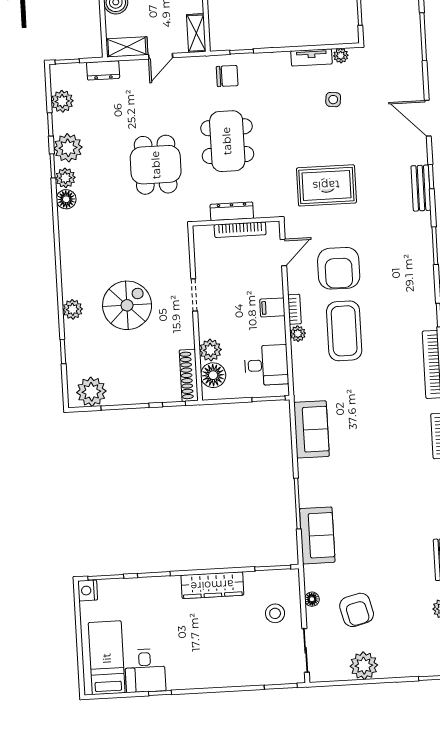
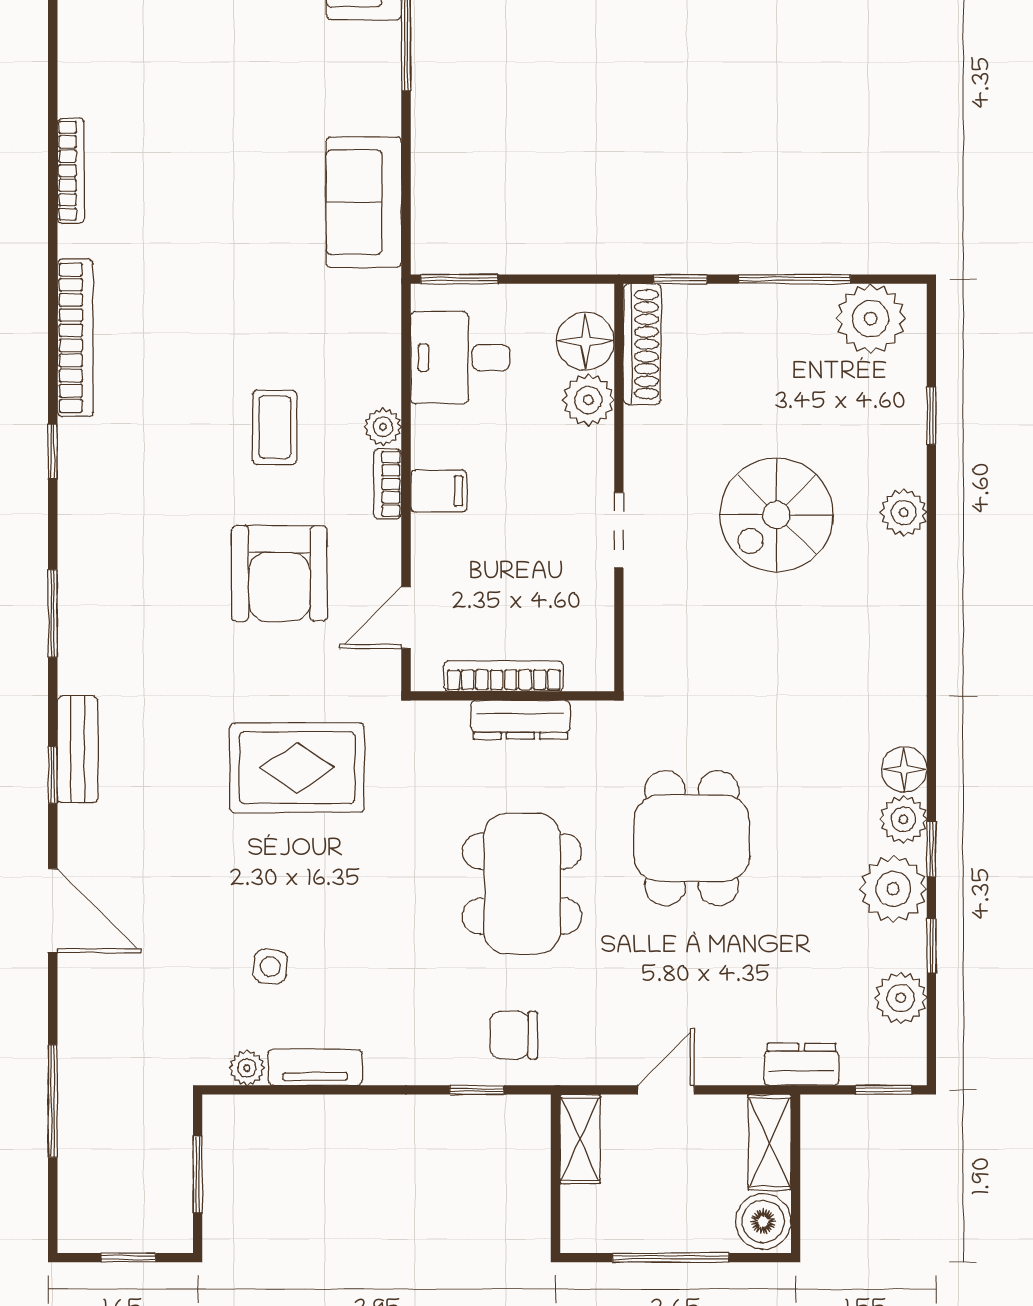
shelving: (127, 47) -> (770, 1142), moved, turned 90
armchair: (339, 268) -> (279, 574), turned 180
coffee table: (344, 331) -> (275, 427), width x0.54, depth x0.58

